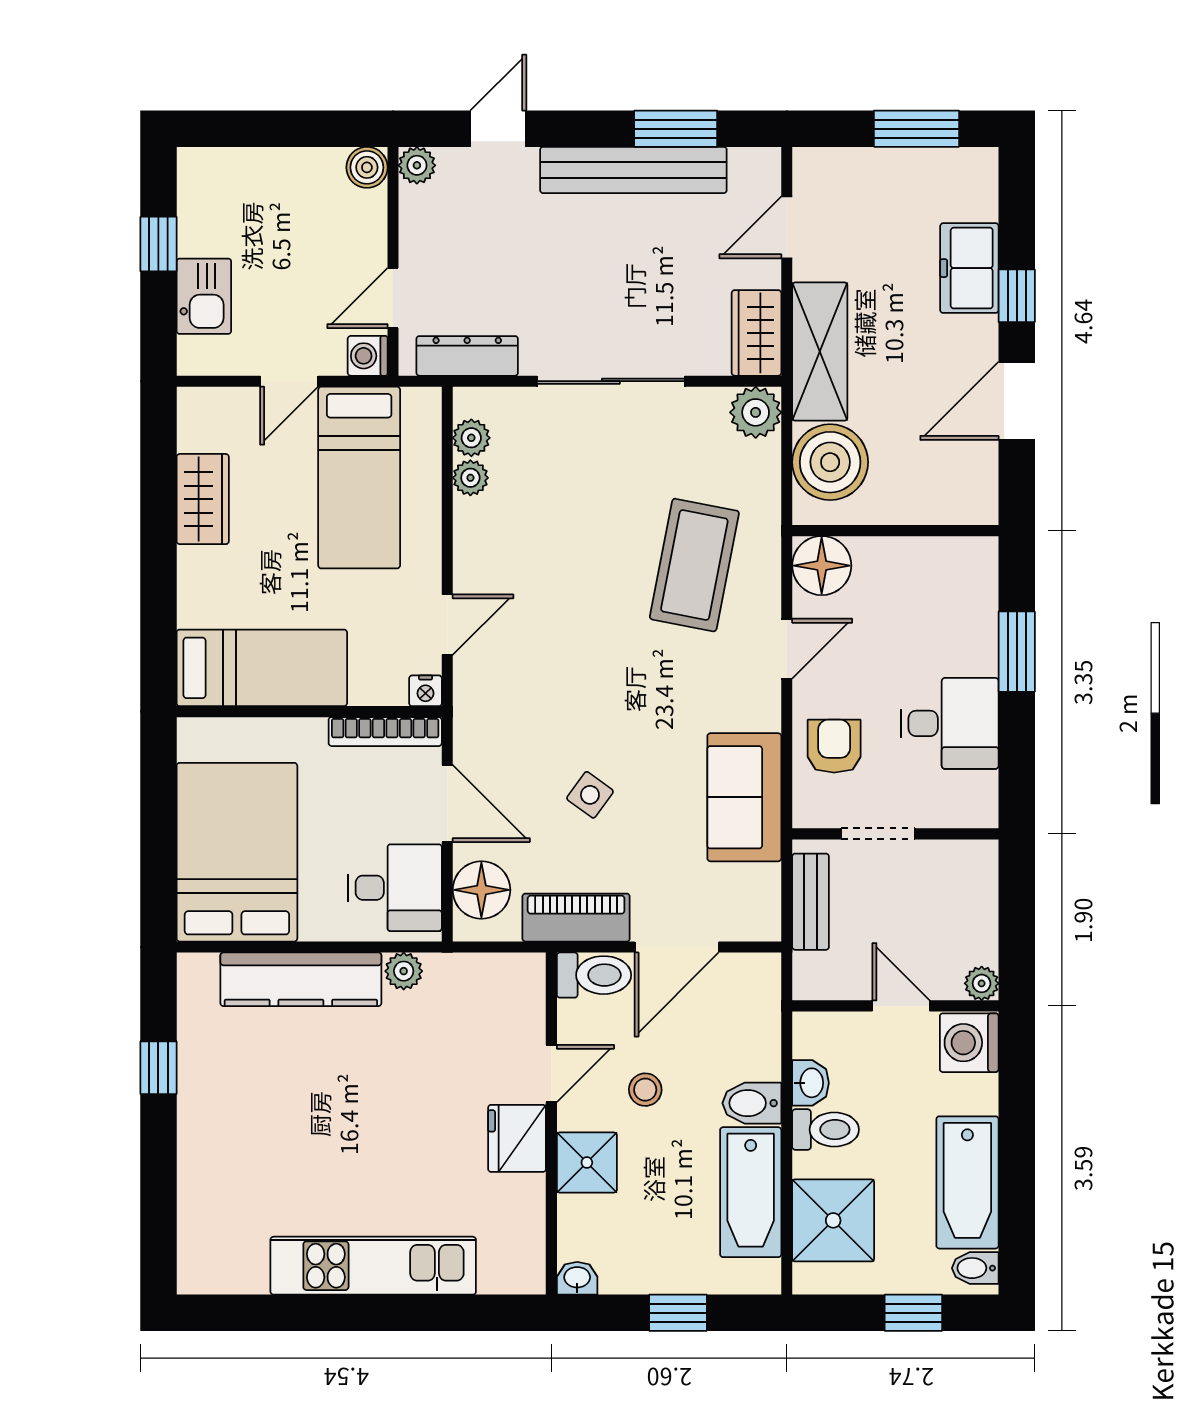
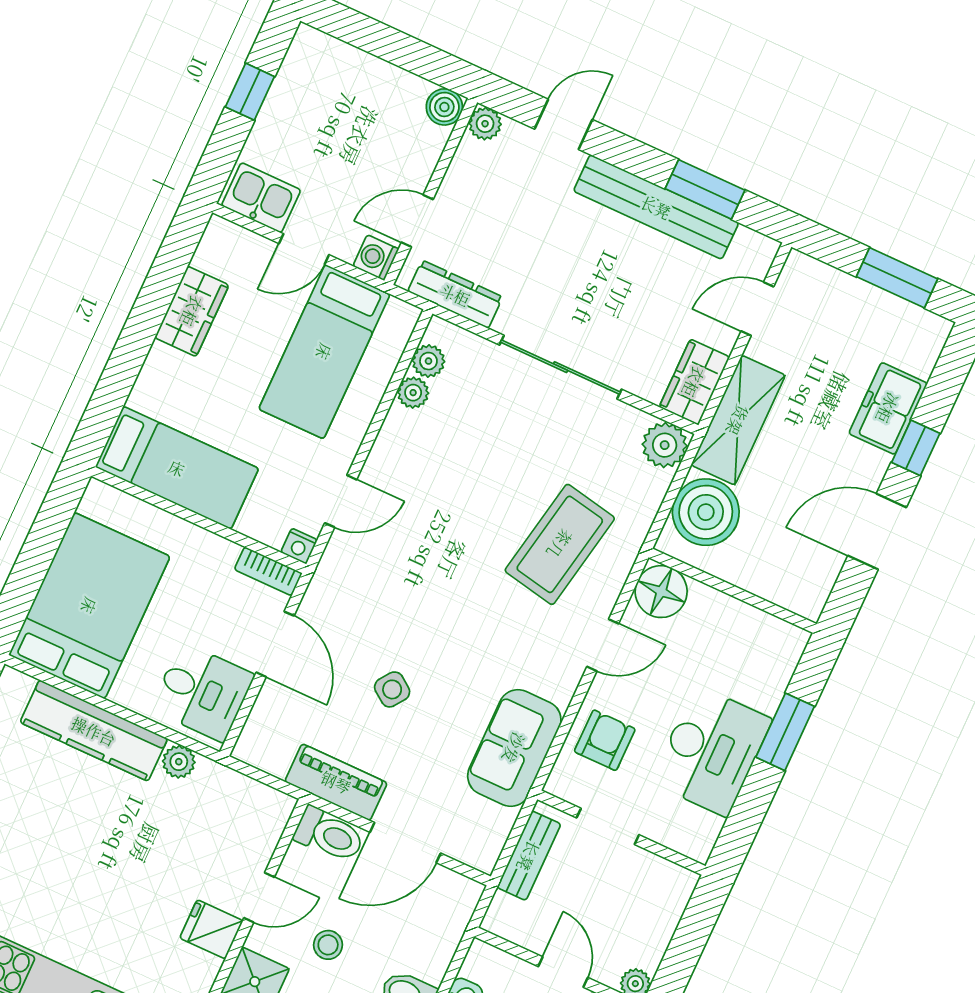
kitchen sink: (204, 296) -> (261, 198), moved, turned -90
desk: (950, 723) -> (711, 751), width x1.37
bookcase: (385, 732) -> (268, 571), width x0.64
floor lamp: (481, 890) -> (271, 726), removed
fridge: (517, 1138) -> (211, 929), width x0.72

